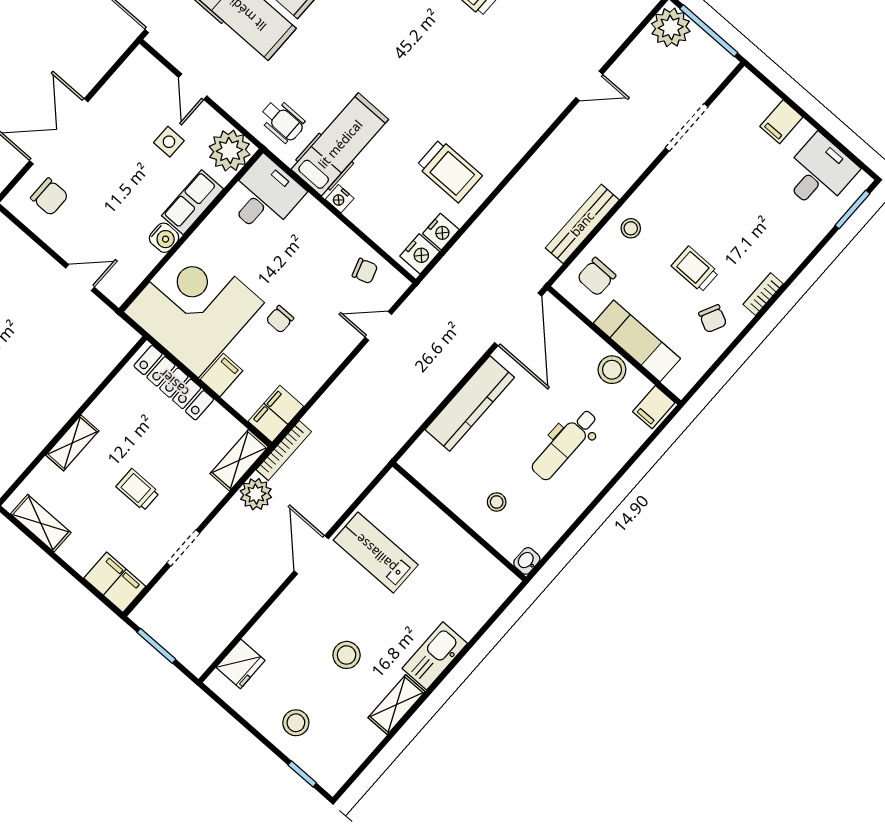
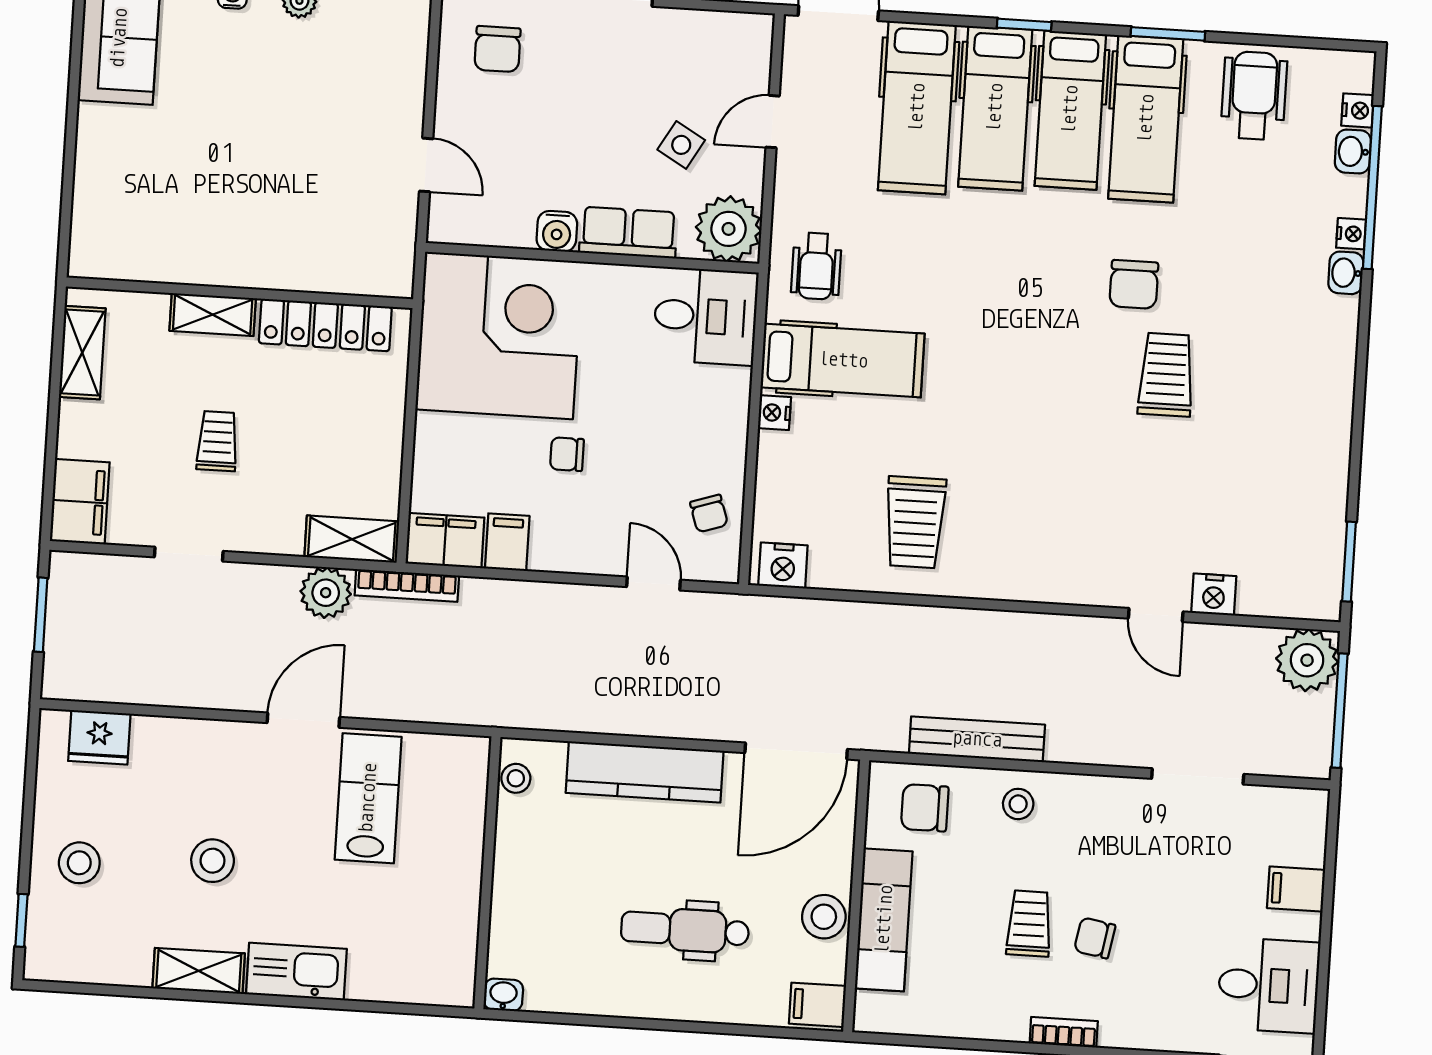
side table: (169, 142) -> (681, 145), turned 30
nightstand: (441, 232) -> (1214, 594), moved
chair: (713, 319) -> (1095, 938), moved, turned 74
filing cabinet: (222, 375) -> (507, 542), moved, turned -90
locker: (174, 383) -> (325, 325), moved, turned -90
stool: (497, 502) -> (516, 778), moved

